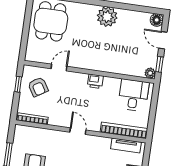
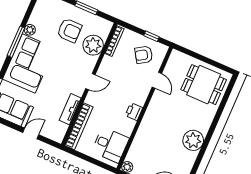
plant: (42, 138) -> (93, 45), added
tv unit: (126, 145) -> (70, 109), moved

